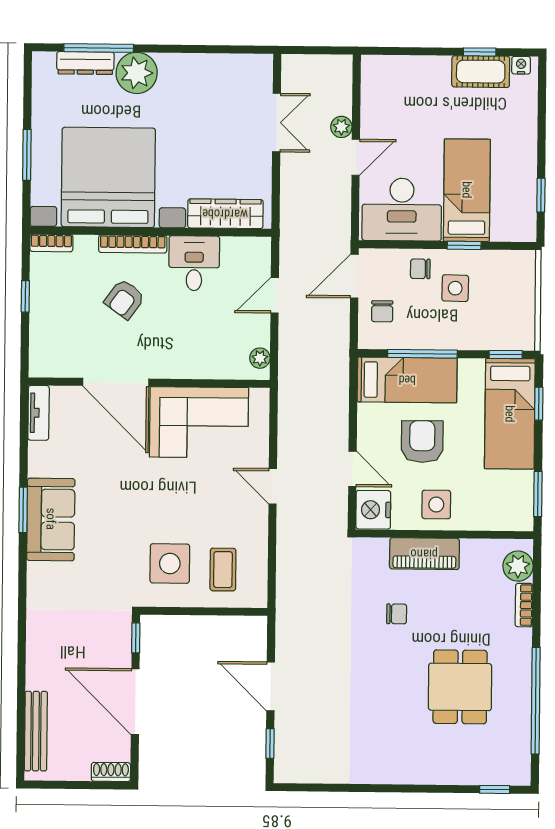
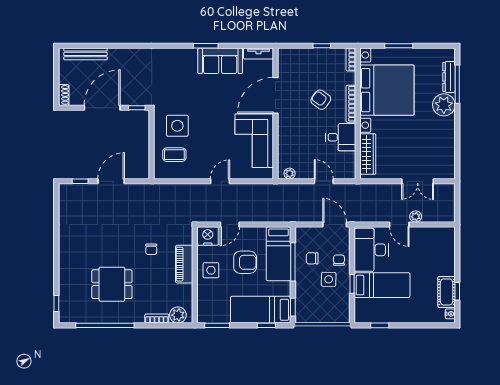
chair: (382, 311) -> (312, 258), moved
sofa: (51, 519) -> (220, 61), moved

